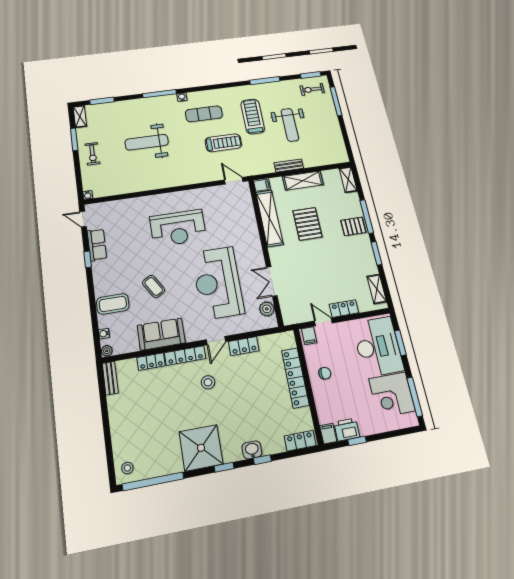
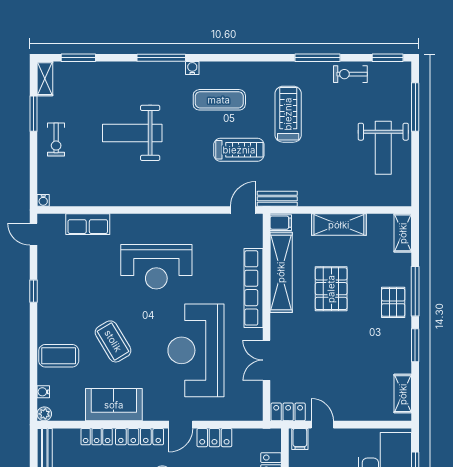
exercise bike: (312, 89) -> (350, 74), moved
weight bench: (290, 125) -> (383, 148), moved
bench: (289, 166) -> (277, 199), moved
door: (234, 181) -> (243, 210), hinge flipped
pallet: (353, 226) -> (393, 302), turned 90
row of seats: (252, 232) -> (253, 288), added
row of seats: (97, 245) -> (88, 224), moved, turned 90
coffee table: (154, 286) -> (113, 341), width x1.36, depth x1.30
plant: (267, 309) -> (253, 395), removed
locker: (344, 309) -> (288, 412), moved

